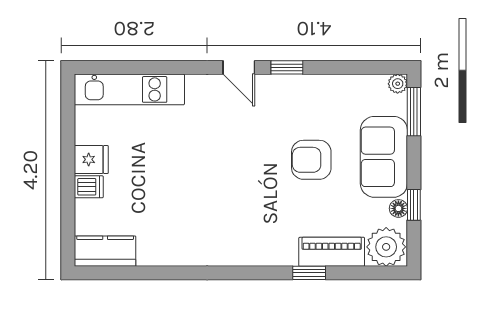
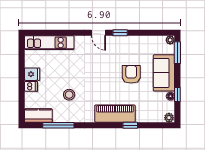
armchair: (311, 160) -> (131, 74), turned 90
stool: (173, 205) -> (69, 95), added
plant: (386, 247) -> (169, 118), width x0.53, depth x0.53
piano: (332, 252) -> (115, 114), moved, width x1.37, depth x1.33
window: (150, 273) -> (58, 125), added

